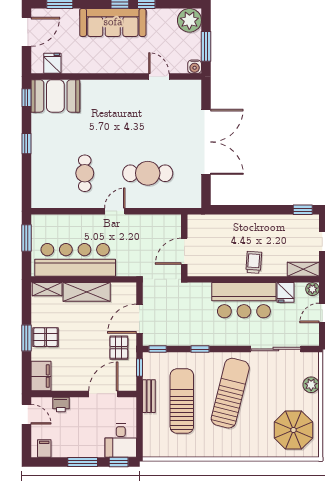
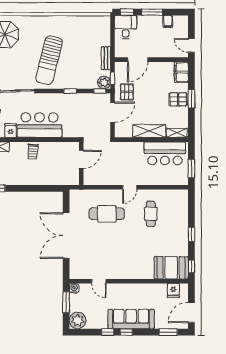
bar counter: (75, 260) -> (165, 153), width x0.73
plant: (152, 361) -> (104, 83), added
sun lounger: (182, 401) -> (83, 55), removed
printer: (61, 404) -> (167, 52), removed
filing cabinet: (44, 449) -> (168, 22), moved

